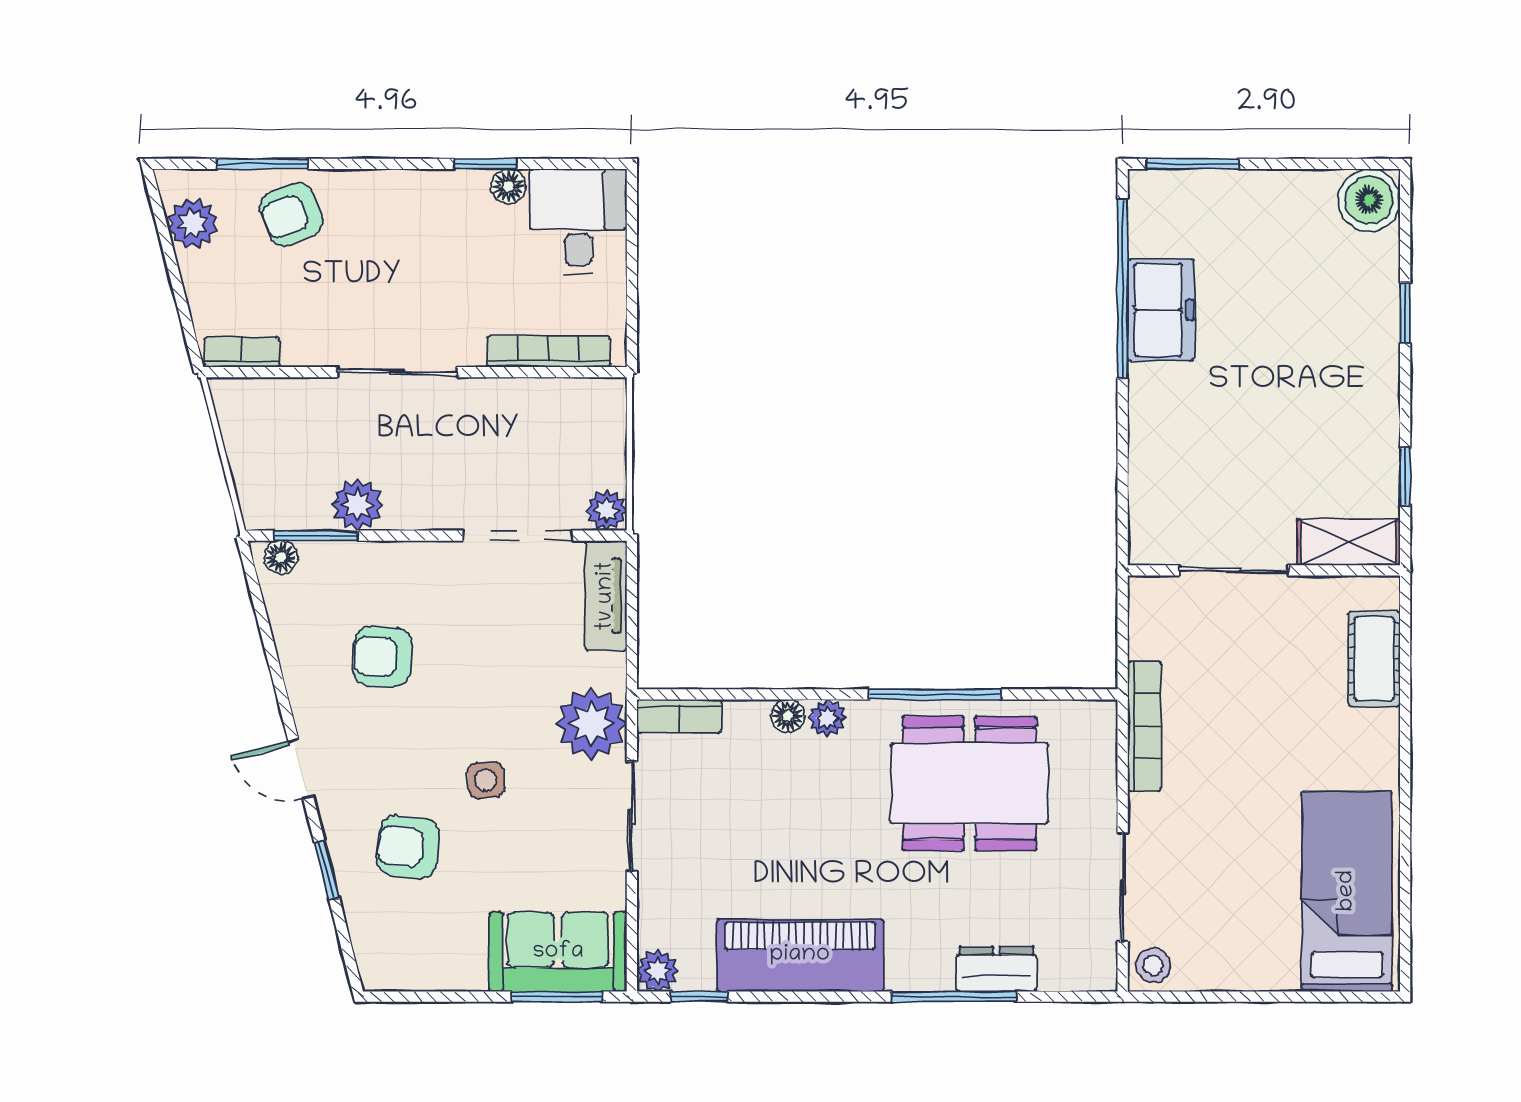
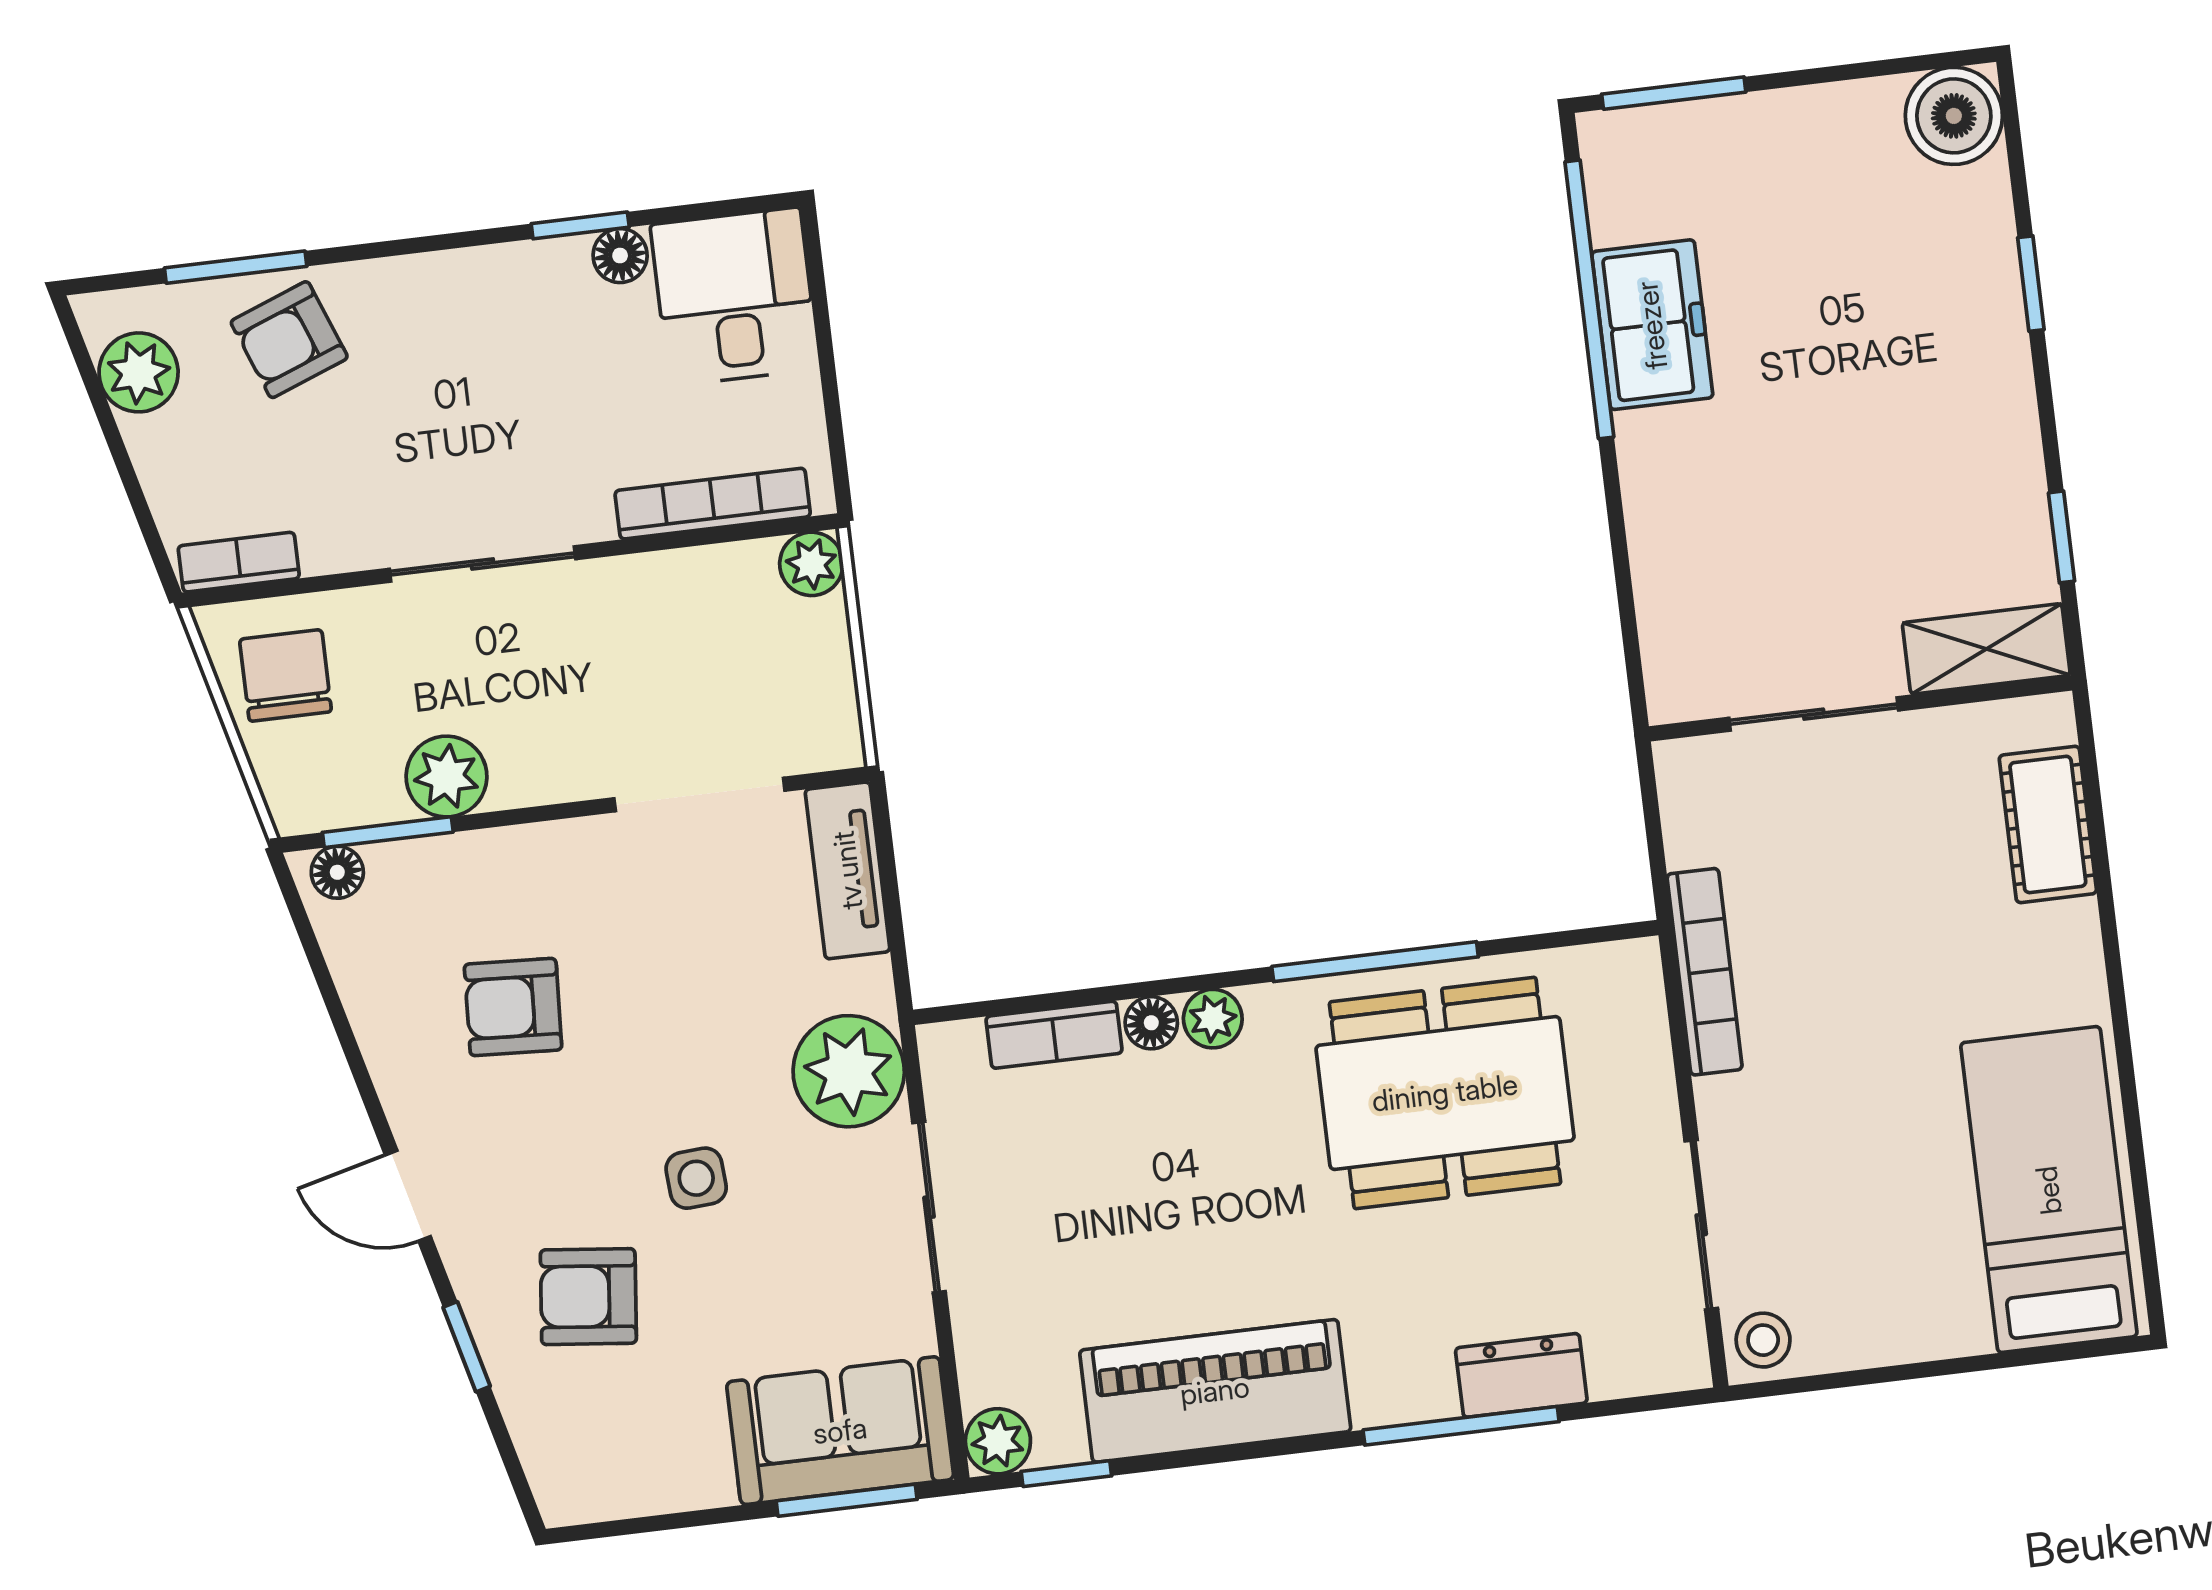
chair: (263, 428) -> (285, 675), added
plant: (607, 510) -> (811, 564), moved
bookcase: (679, 716) -> (1054, 1035), moved

